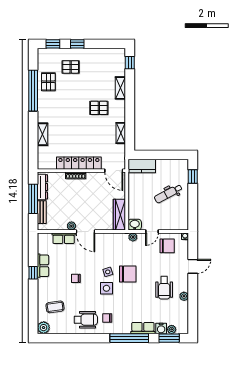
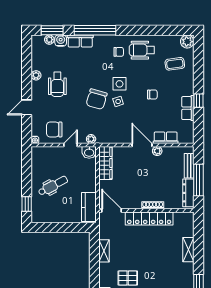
kitchen counter: (142, 166) -> (89, 207), moved, turned -90
chair: (128, 274) -> (97, 99), turned -74
wheelchair: (164, 288) -> (57, 84), turned 180

